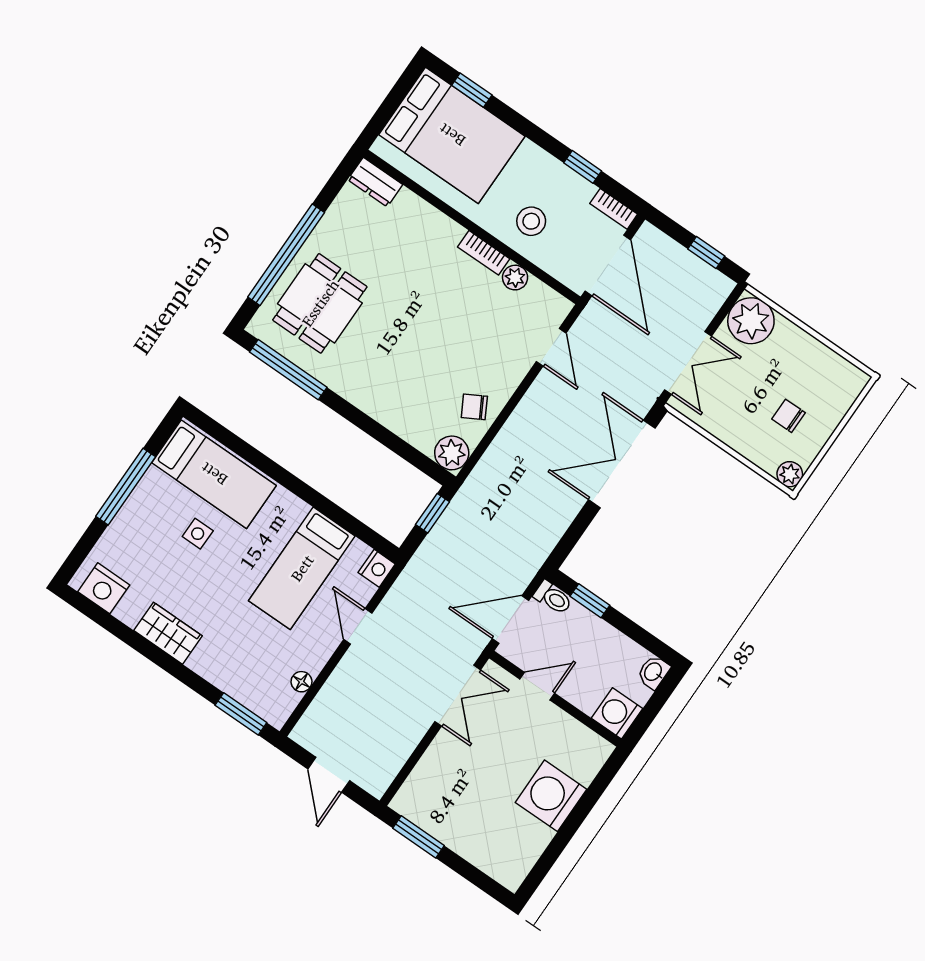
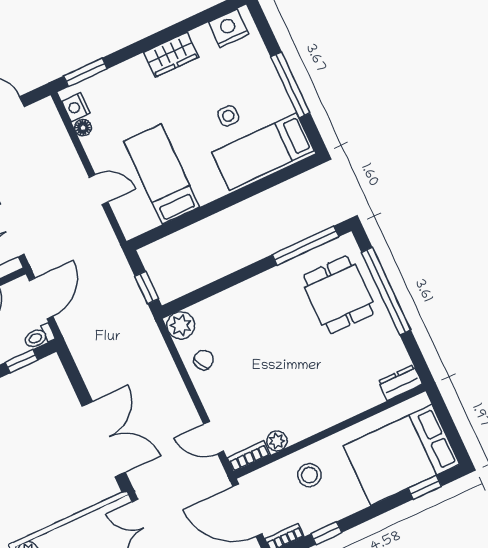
bookcase: (484, 253) -> (249, 456), moved
nightstand: (377, 568) -> (76, 107), moved

